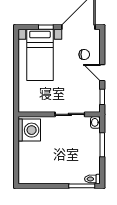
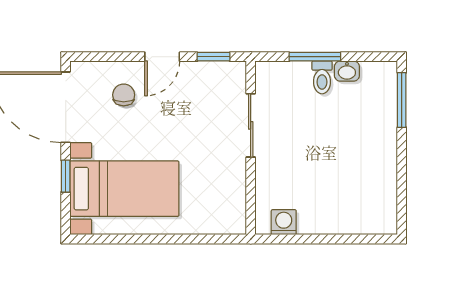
washbasin: (95, 122) -> (347, 71), moved
washing machine: (29, 130) -> (284, 222), width x0.53, depth x0.53
toilet: (92, 179) -> (322, 77), moved

